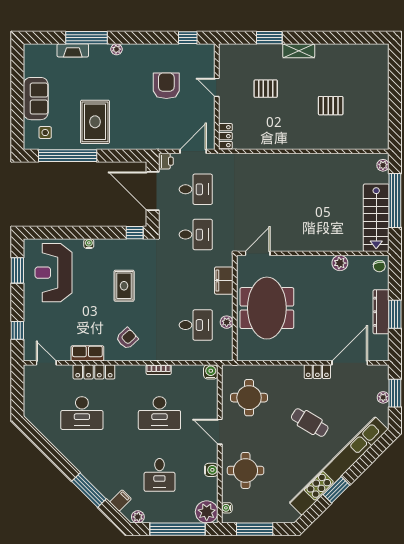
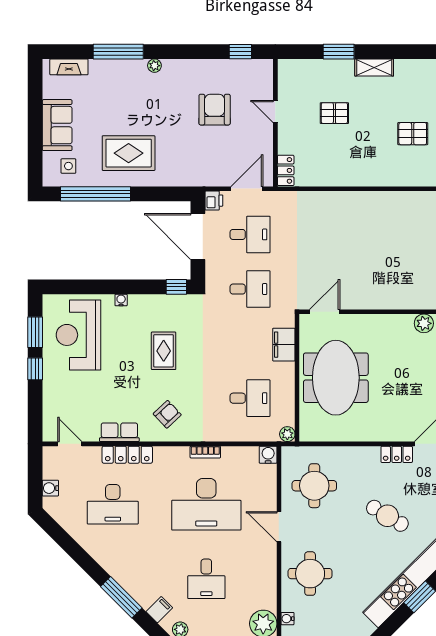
fireplace: (73, 50) -> (69, 67), moved
rug: (95, 122) -> (129, 153), turned 90
plant: (227, 322) -> (287, 434), moved
window: (17, 330) -> (35, 369), moved
desk: (159, 413) -> (206, 504), width x1.36, depth x1.30
water cooler: (211, 470) -> (50, 488), moved, turned 180

